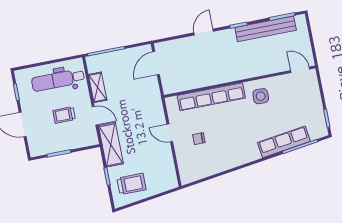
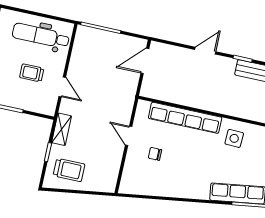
shelving: (98, 87) -> (77, 60), removed
shelving: (111, 145) -> (62, 129), width x0.67, depth x0.75

